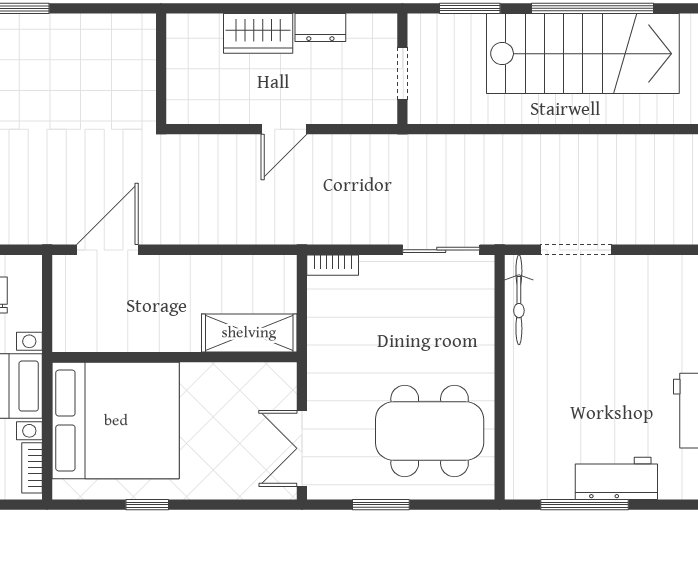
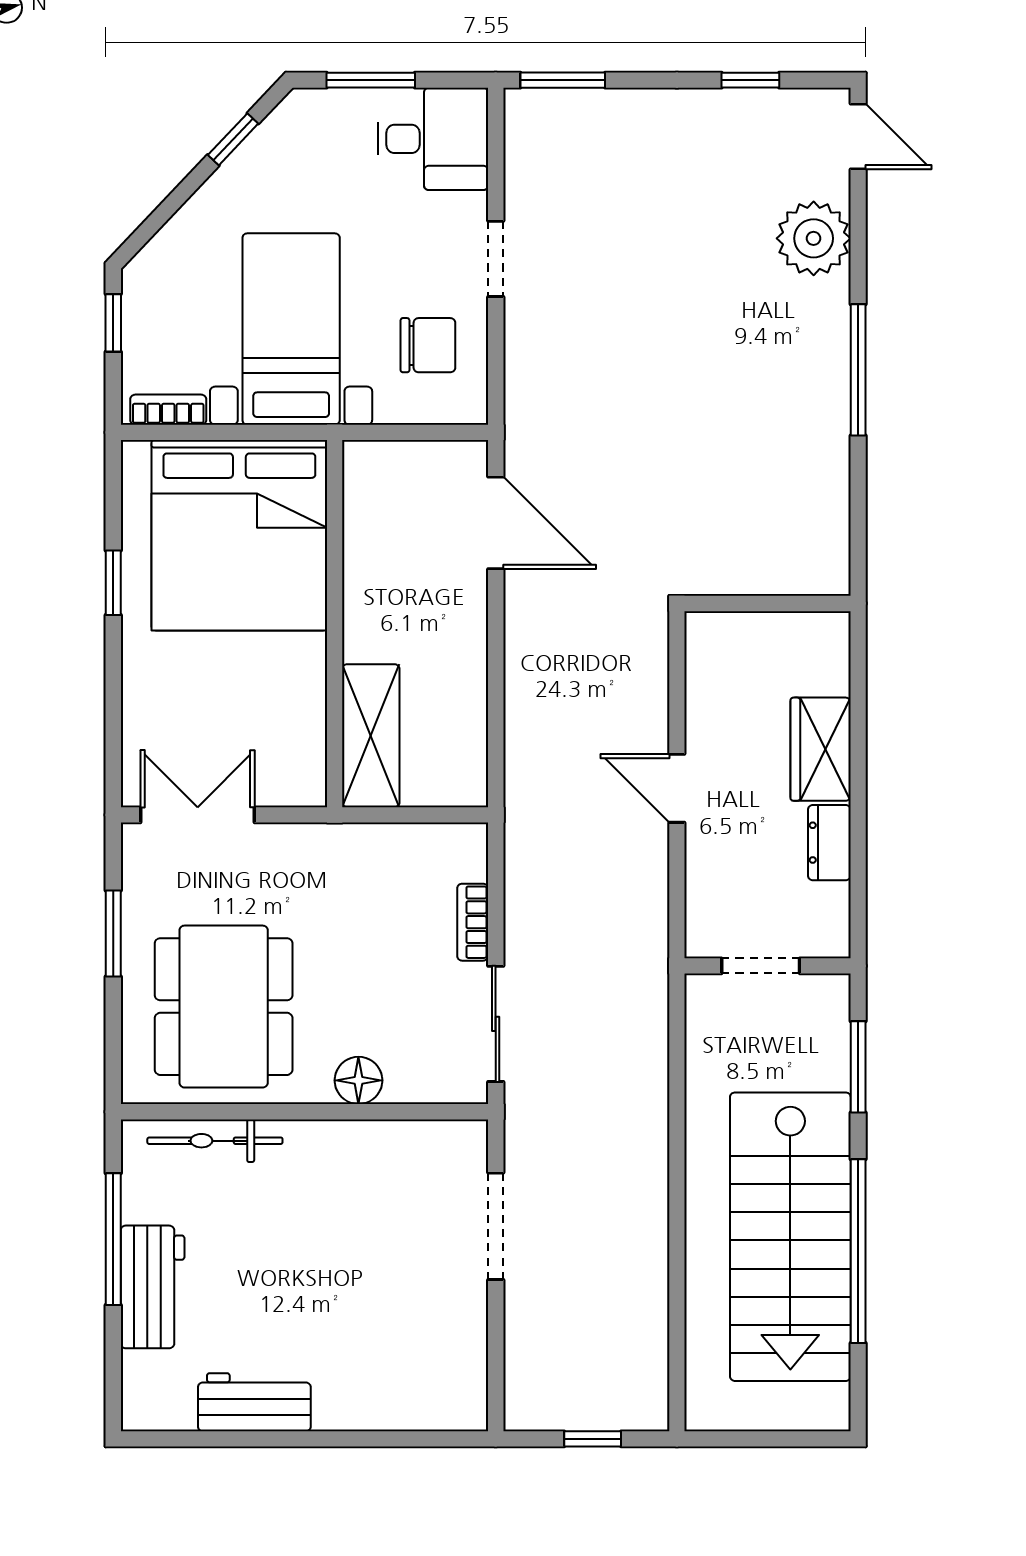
bookcase: (333, 265) -> (473, 922), moved
bicycle: (519, 300) -> (215, 1141), moved
floor lamp: (479, 341) -> (358, 1080), added

